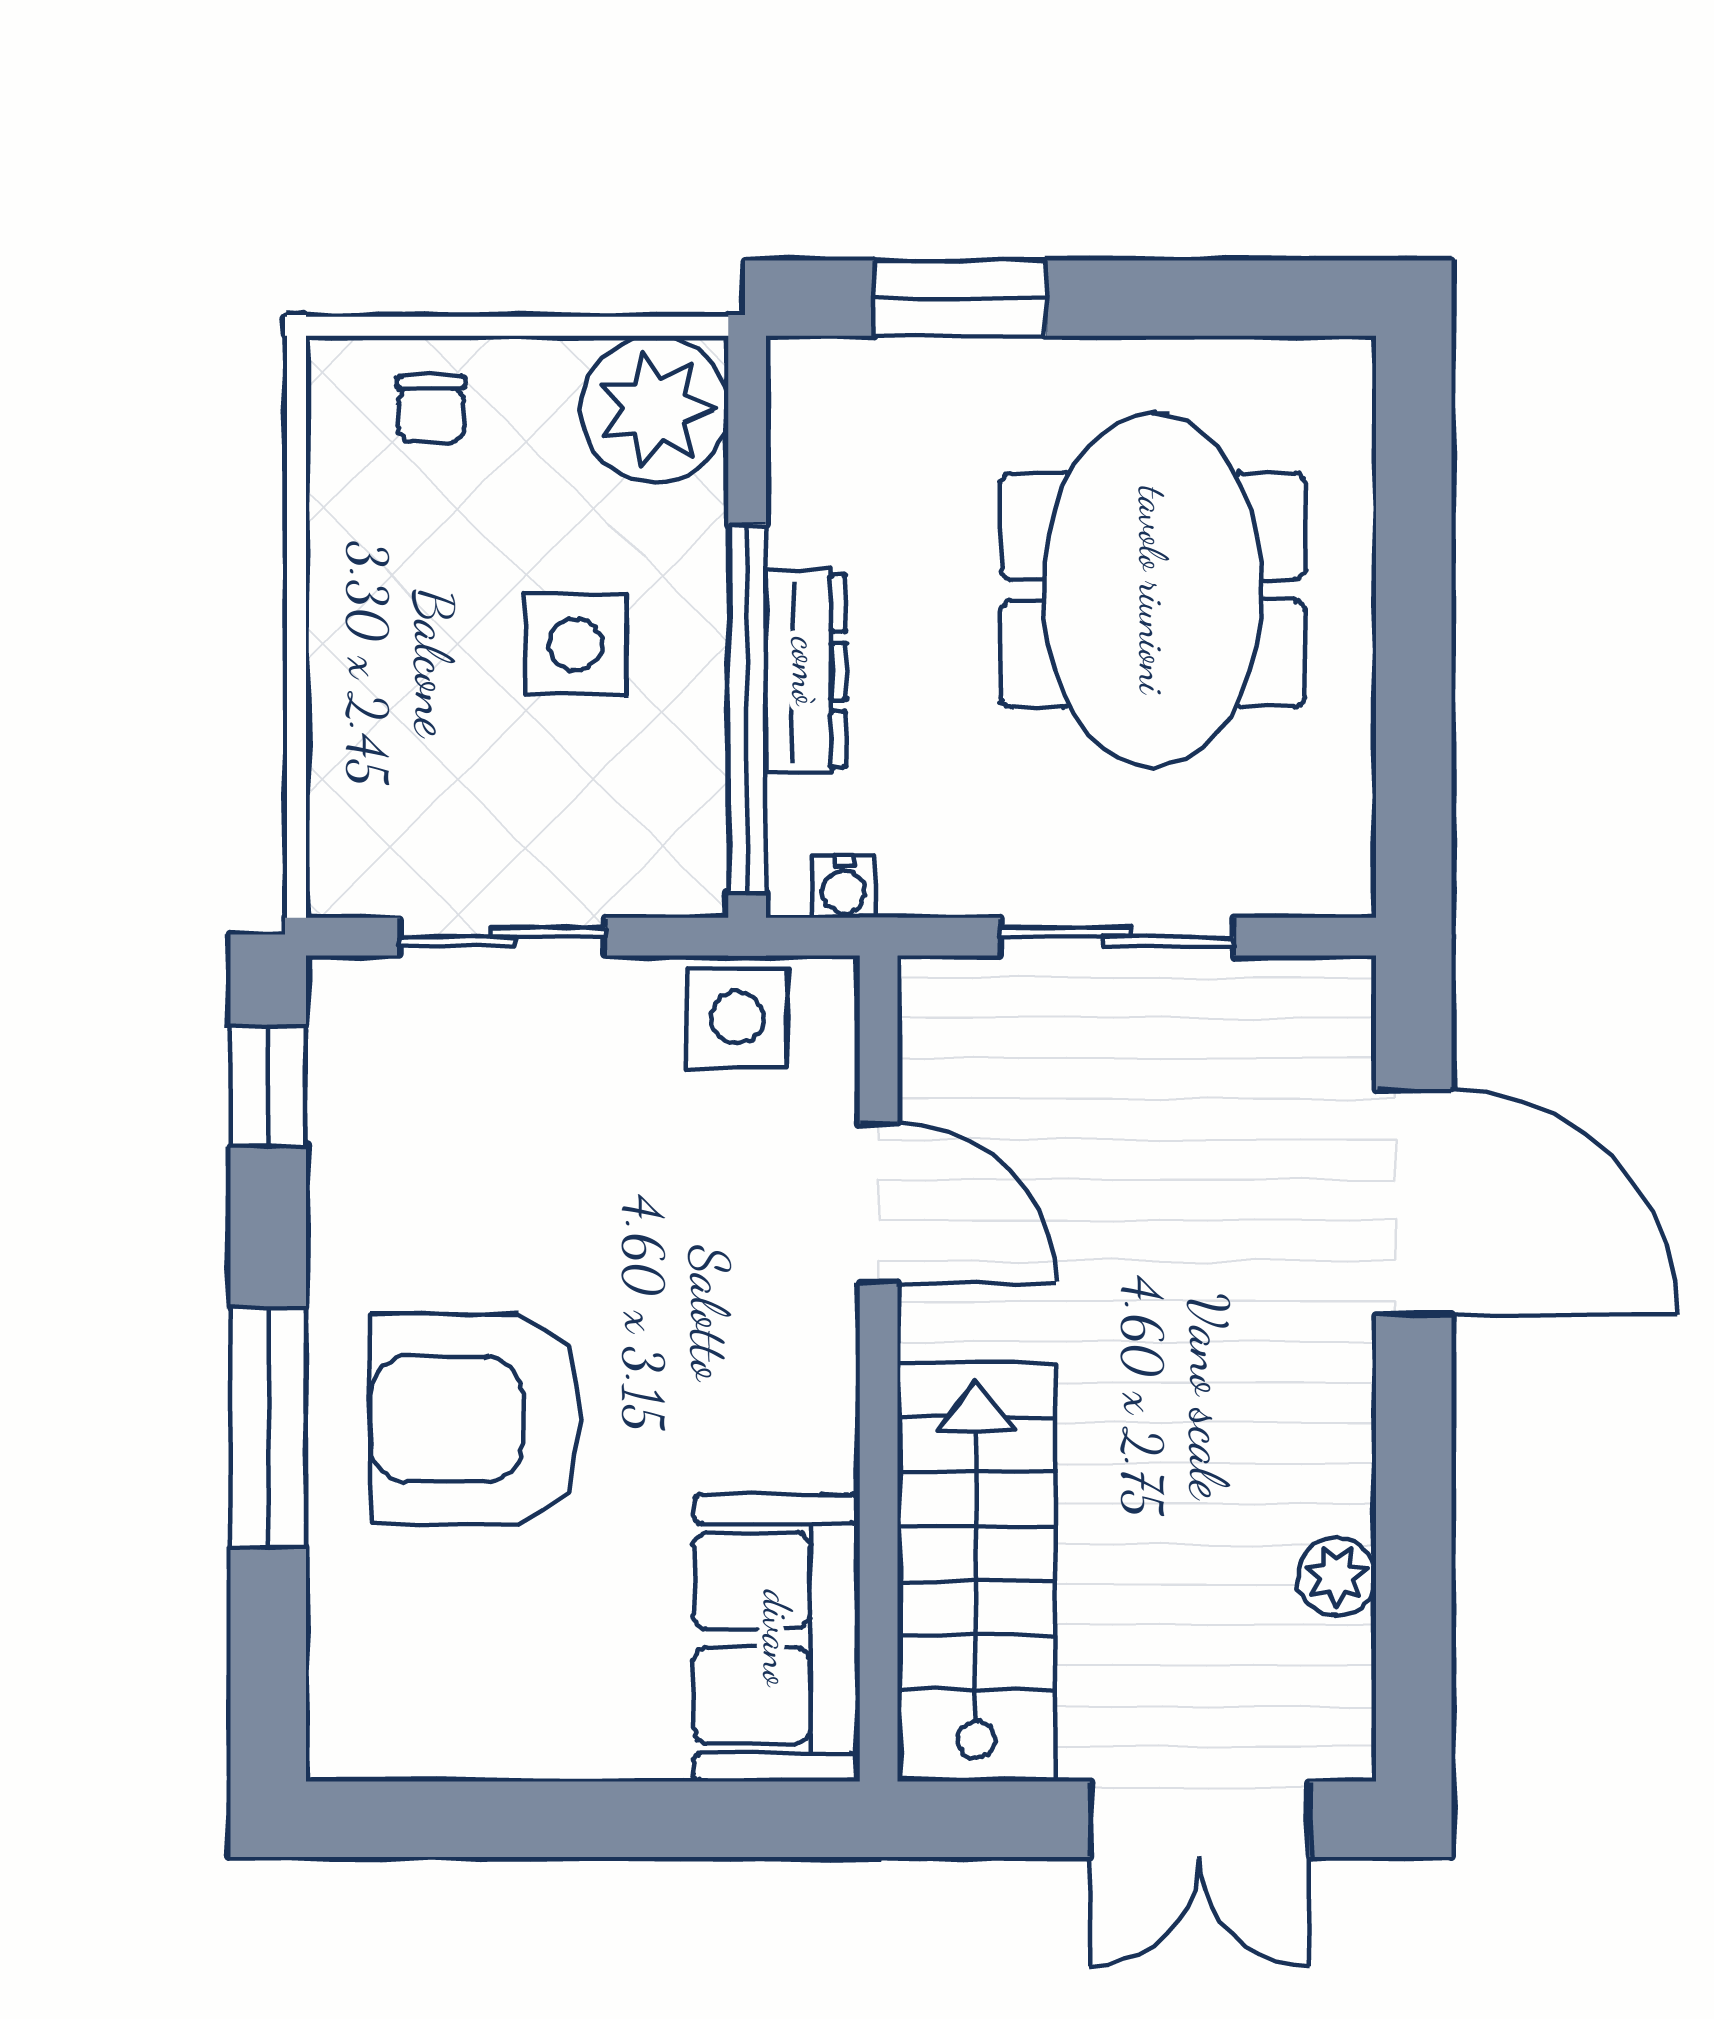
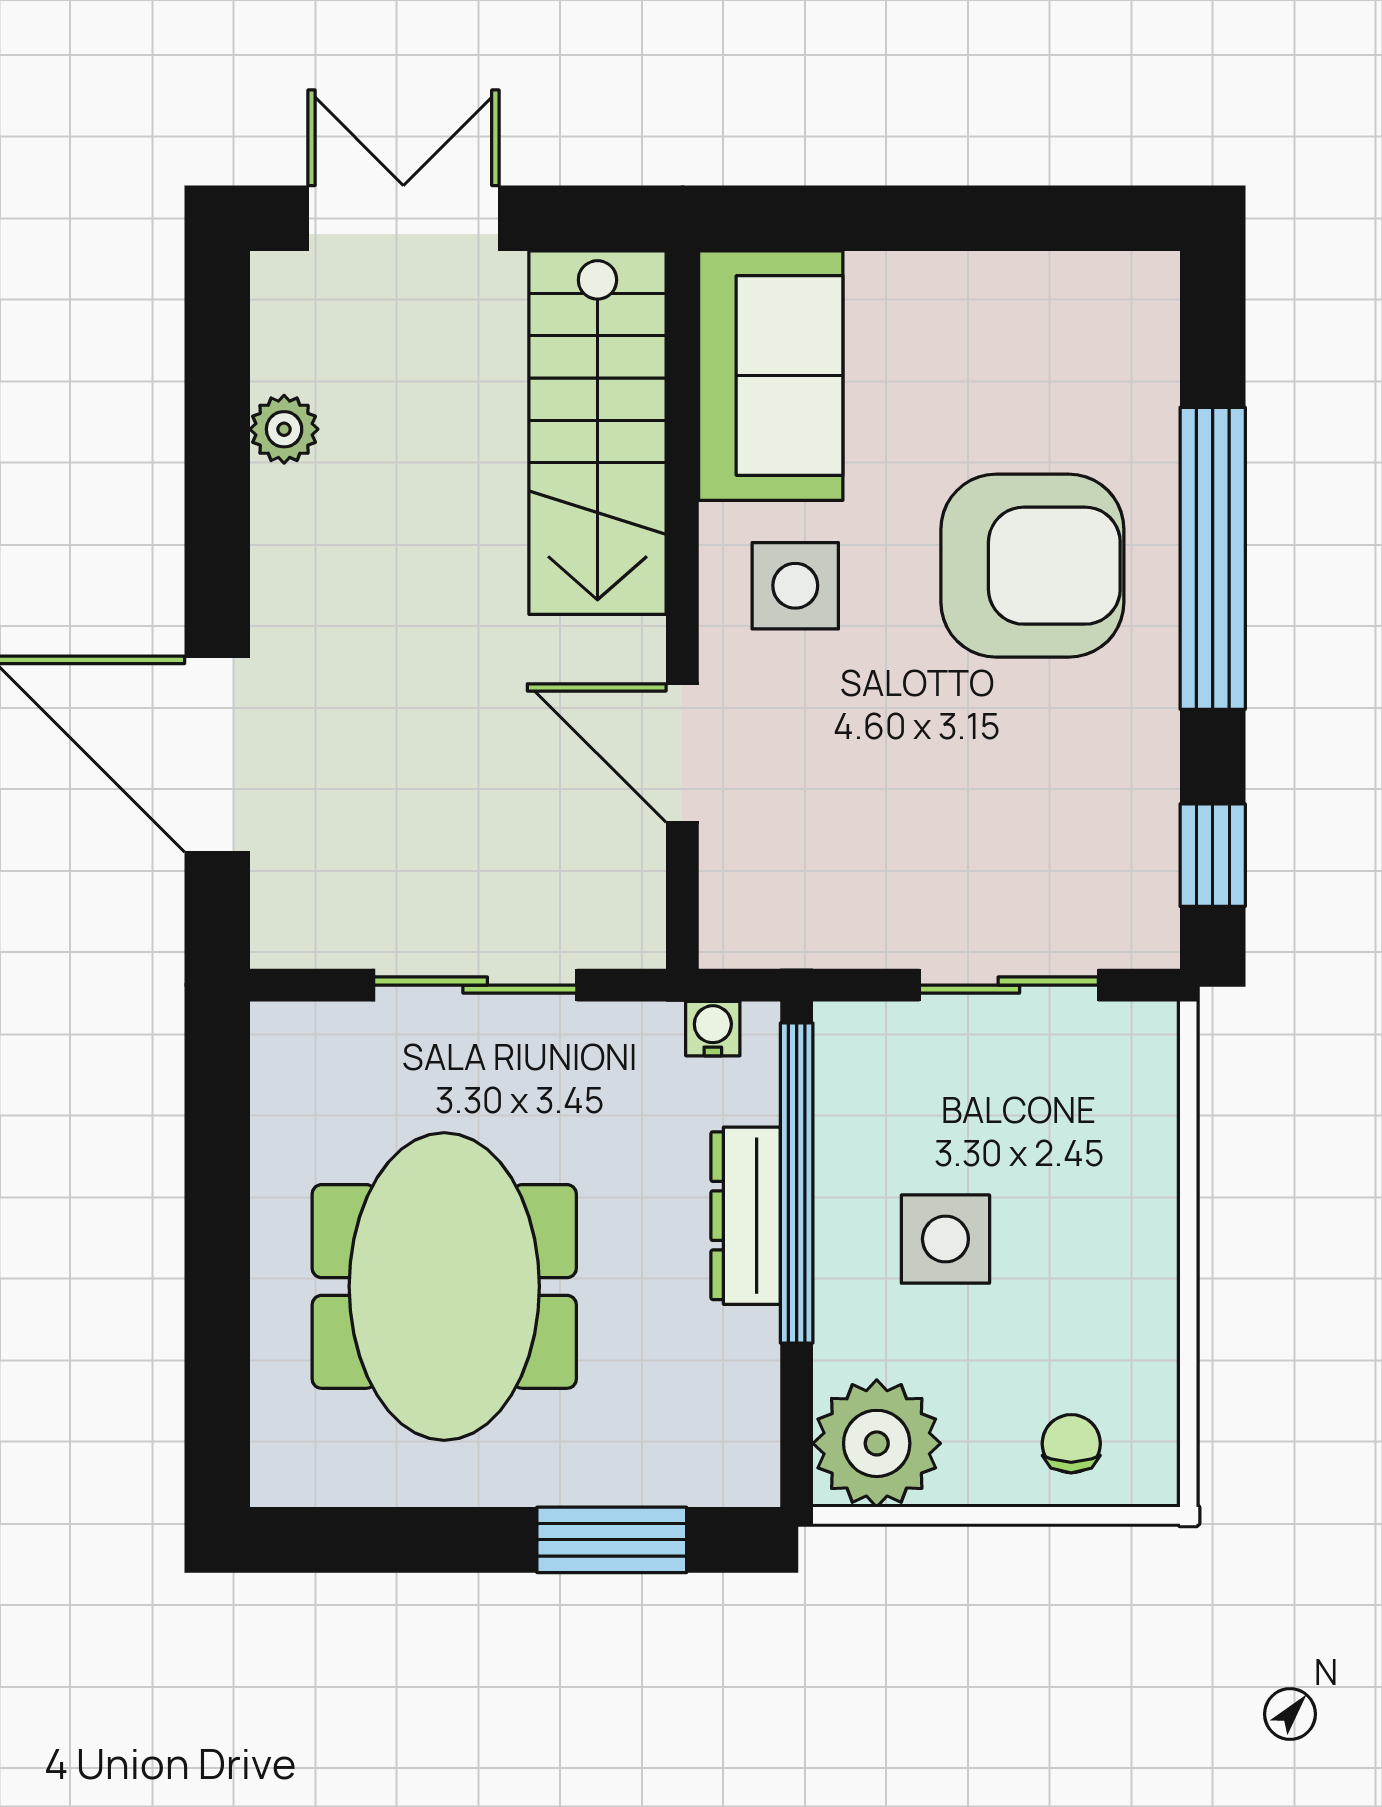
side table: (737, 1018) -> (795, 586), moved
window: (268, 1428) -> (1213, 558), width x1.46

